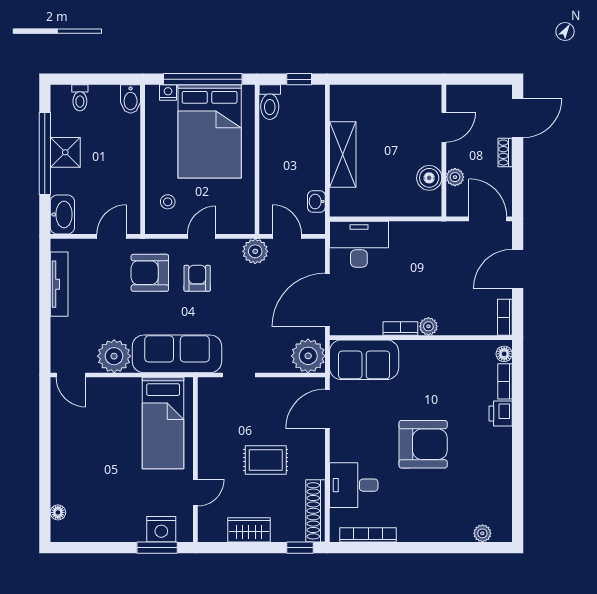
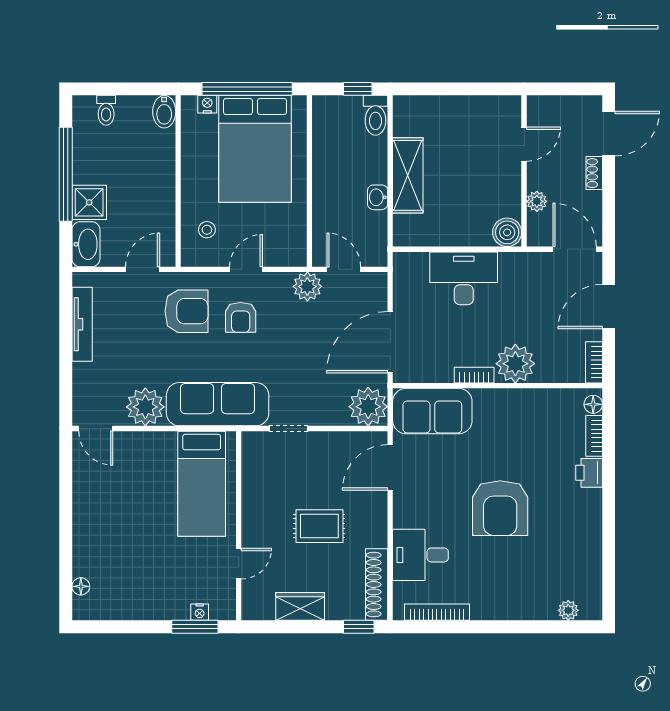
toilet: (270, 102) -> (375, 115), moved
shower: (65, 152) -> (89, 202), moved
boiler: (429, 178) -> (507, 232), moved
washbasin: (316, 202) -> (378, 197), moved
desk: (359, 244) -> (464, 278), moved
armchair: (150, 273) -> (186, 311), turned 180
armchair: (197, 278) -> (241, 317), turned 180
plant: (428, 326) -> (515, 364), width x1.87, depth x1.87
armchair: (423, 444) -> (500, 508), turned 90
nightstand: (161, 529) -> (200, 612), width x0.53, depth x0.56

